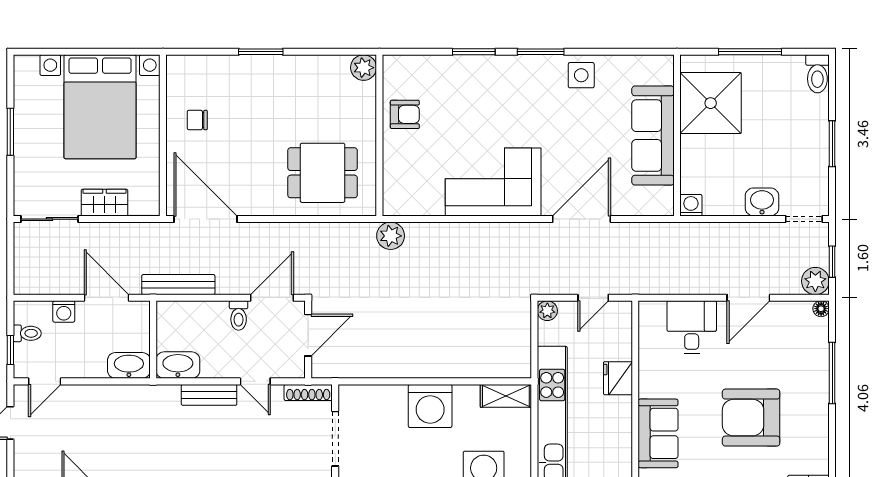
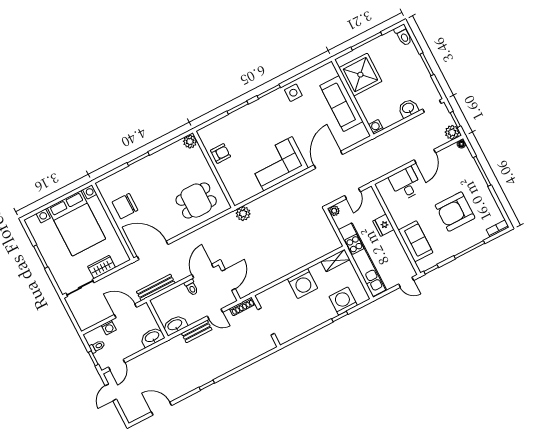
chair: (197, 120) -> (125, 206), width x1.87, depth x1.87

